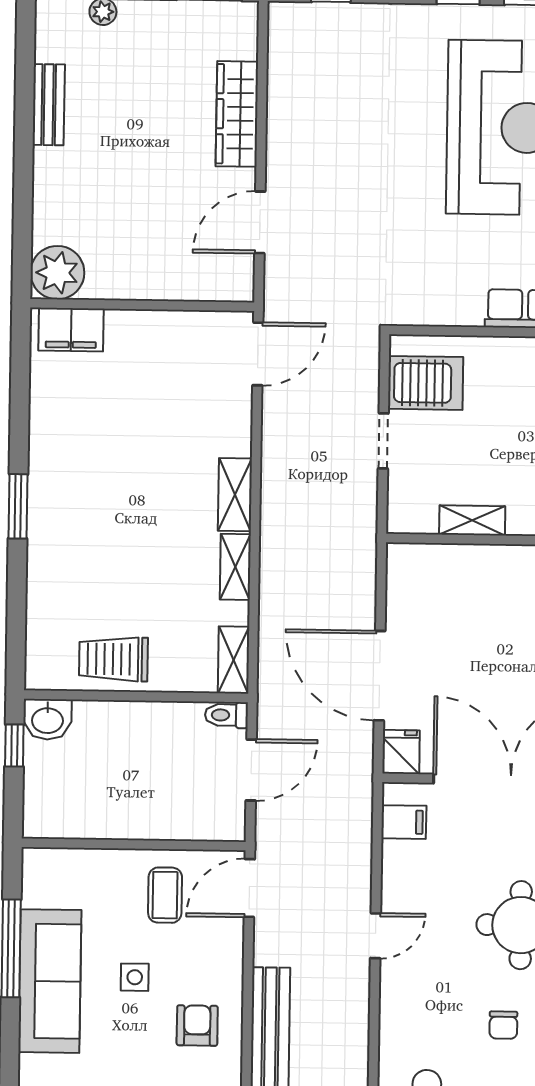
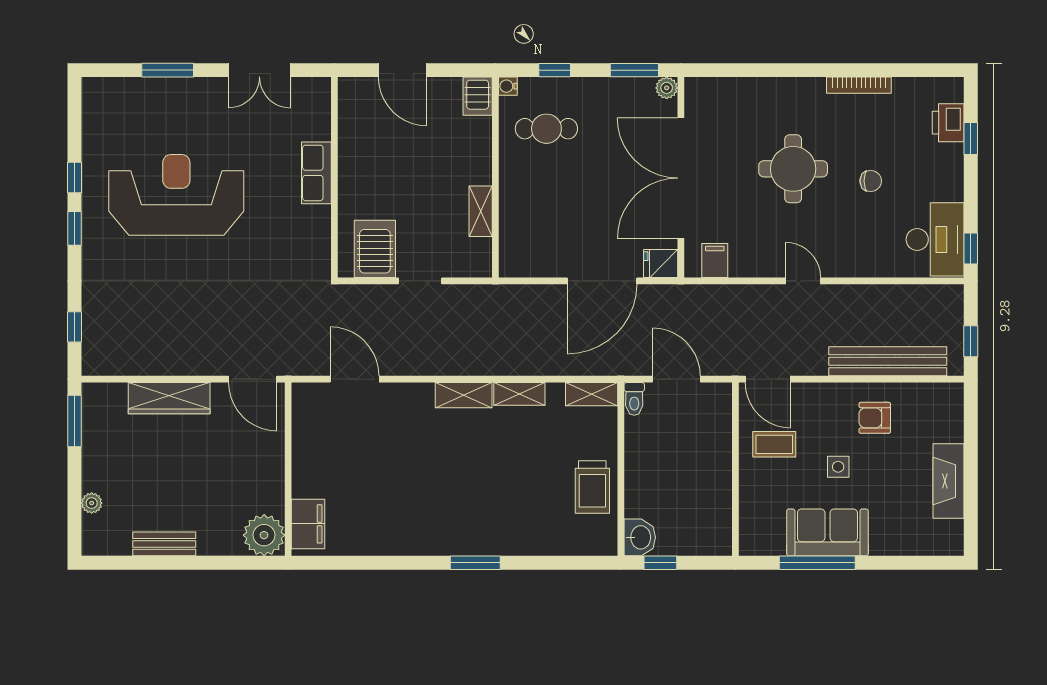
plant: (57, 273) -> (264, 535), moved
wall: (142, 305) -> (288, 469), moved
filing cabinet: (71, 330) -> (308, 524), moved
sofa: (50, 981) -> (827, 532), width x0.73

